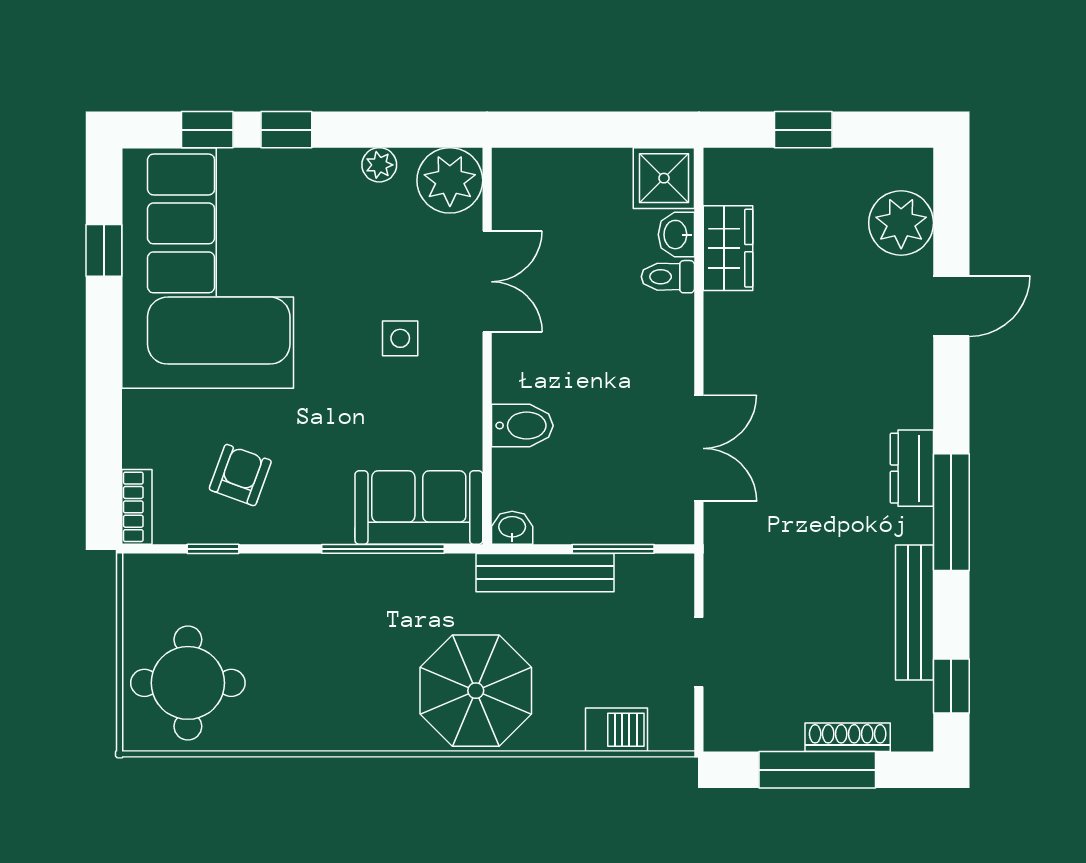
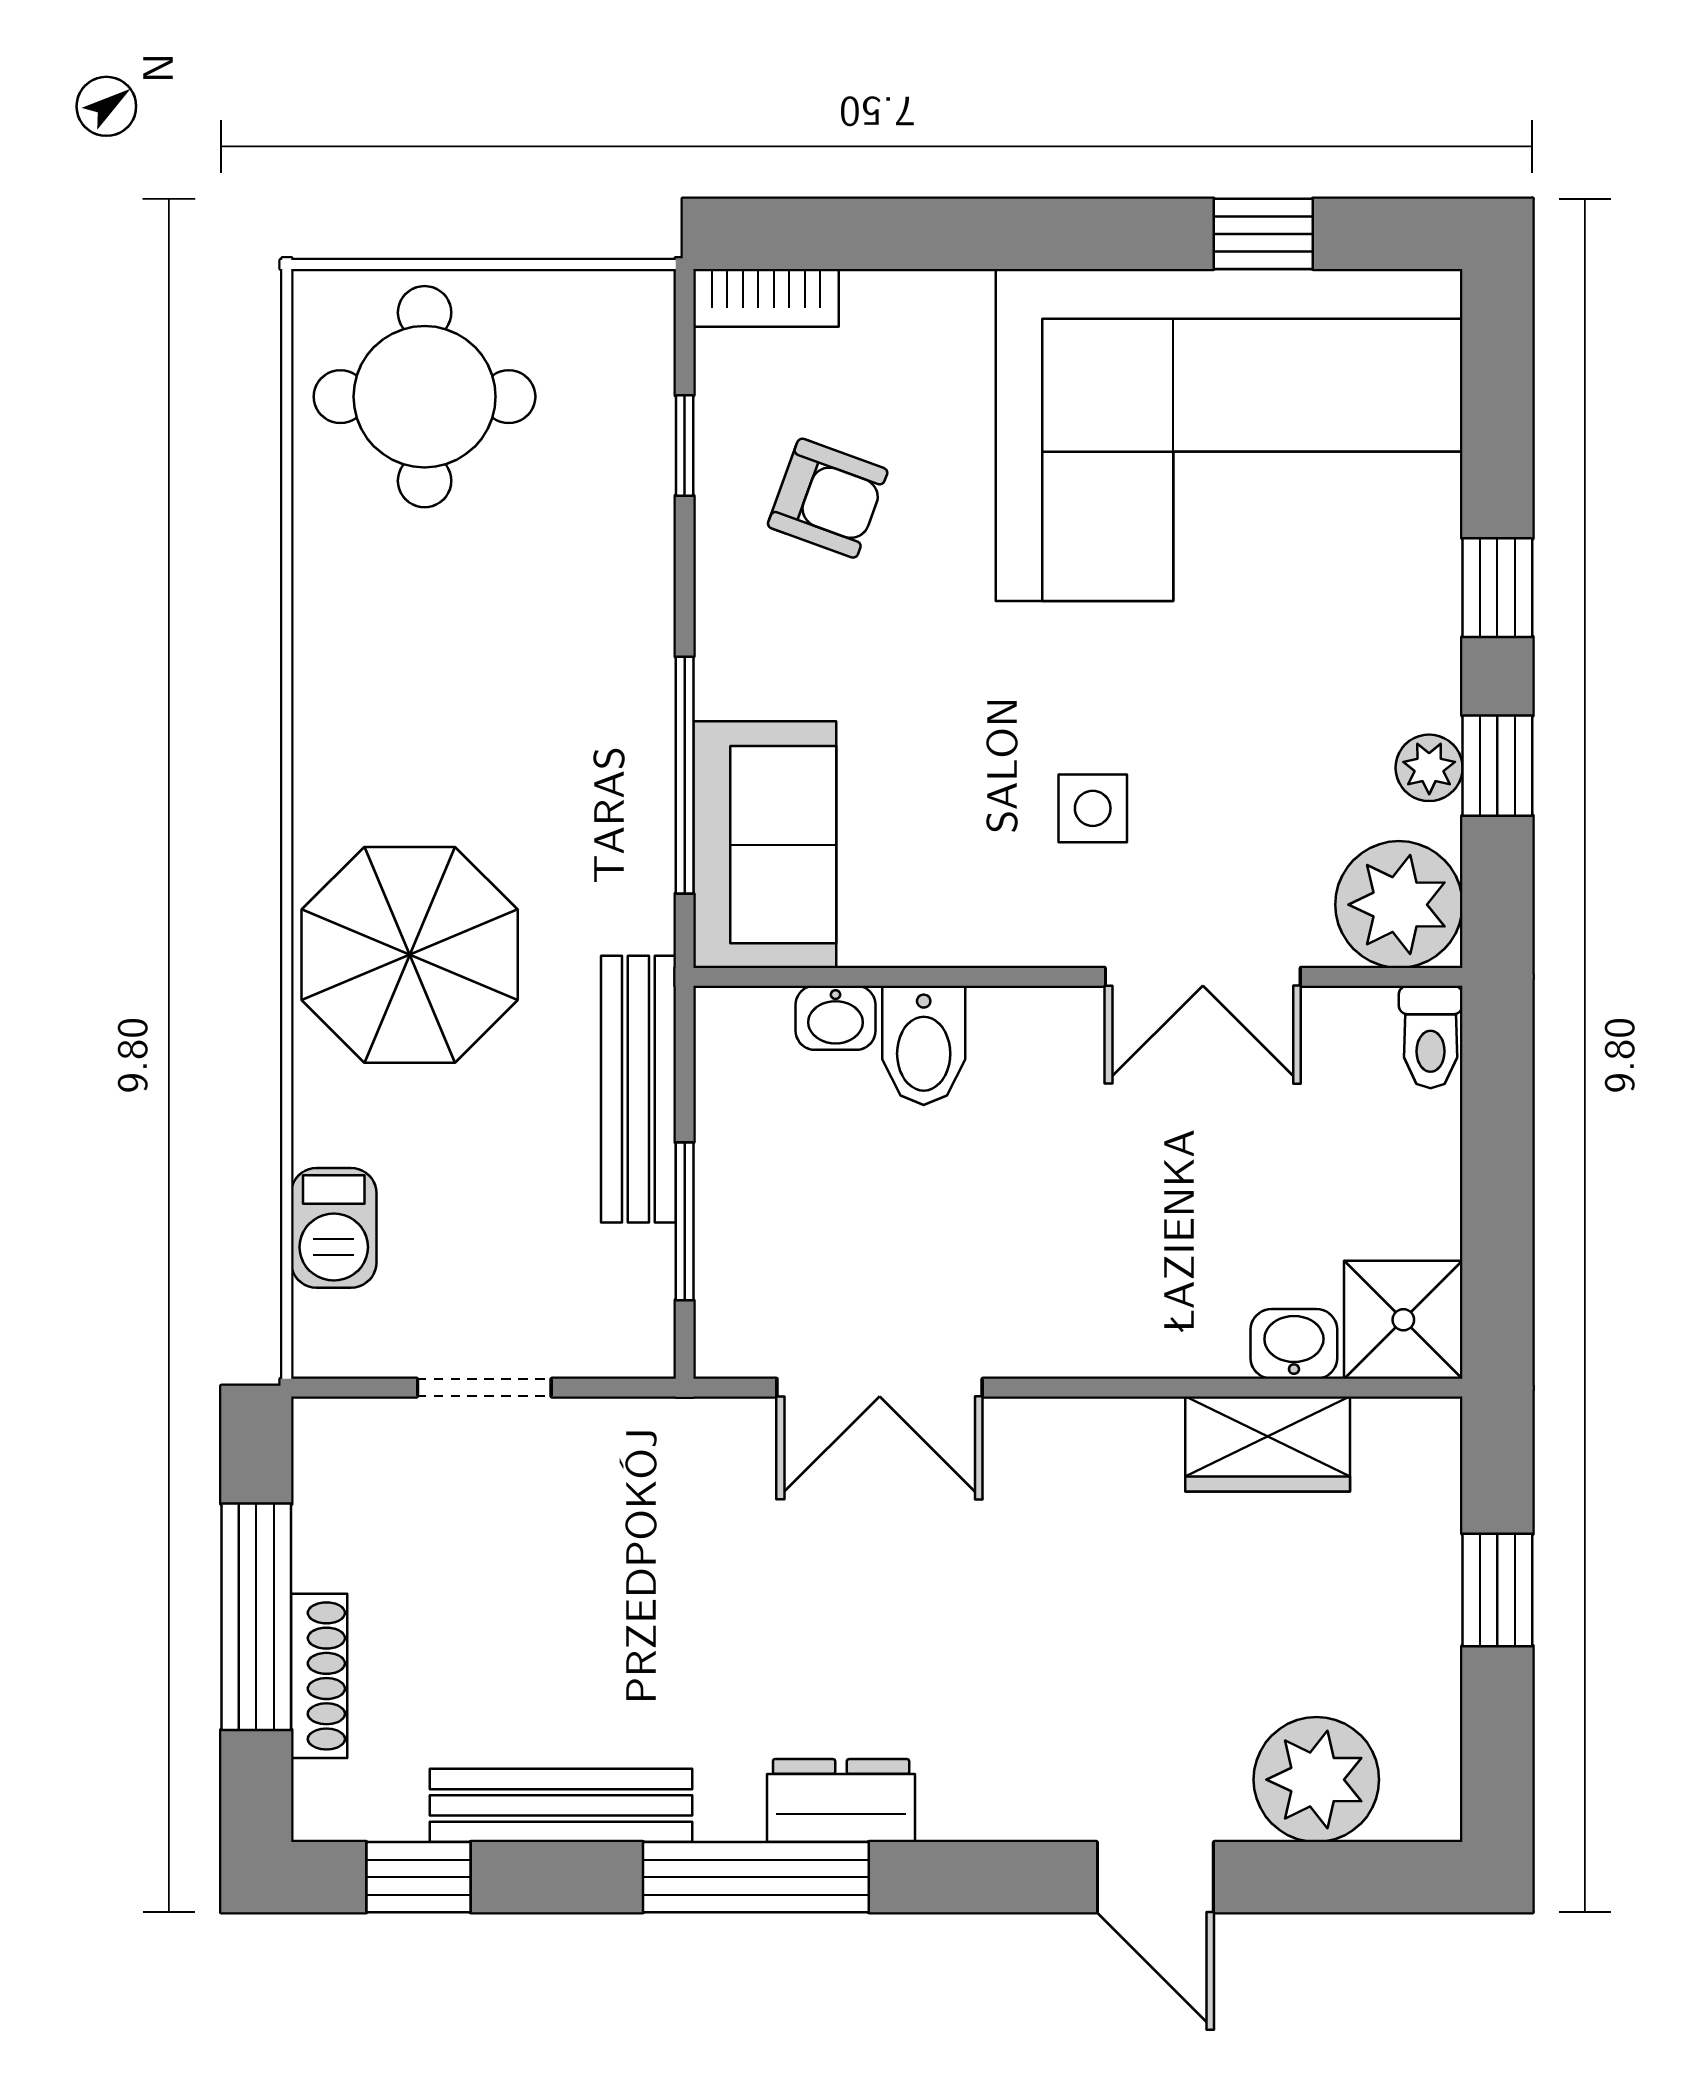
window: (207, 130) -> (1497, 766), moved
toilet: (668, 277) -> (1431, 1037), moved, turned 180
washbasin: (512, 528) -> (836, 1018), moved, turned 90

